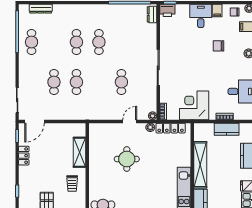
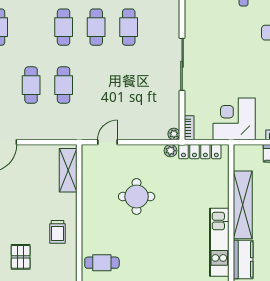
cafe table: (121, 82) -> (129, 27), moved
door: (130, 121) -> (108, 142), moved
shelving: (80, 152) -> (68, 170), moved

